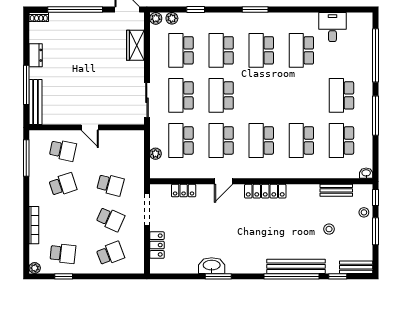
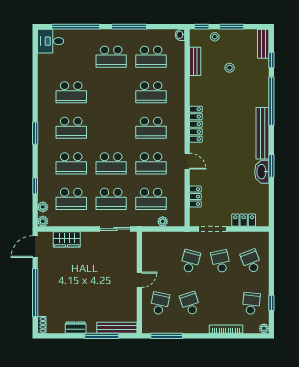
desk: (332, 27) -> (51, 41), moved
school desk: (110, 219) -> (221, 261), turned -36
bench: (296, 266) -> (262, 133), moved

